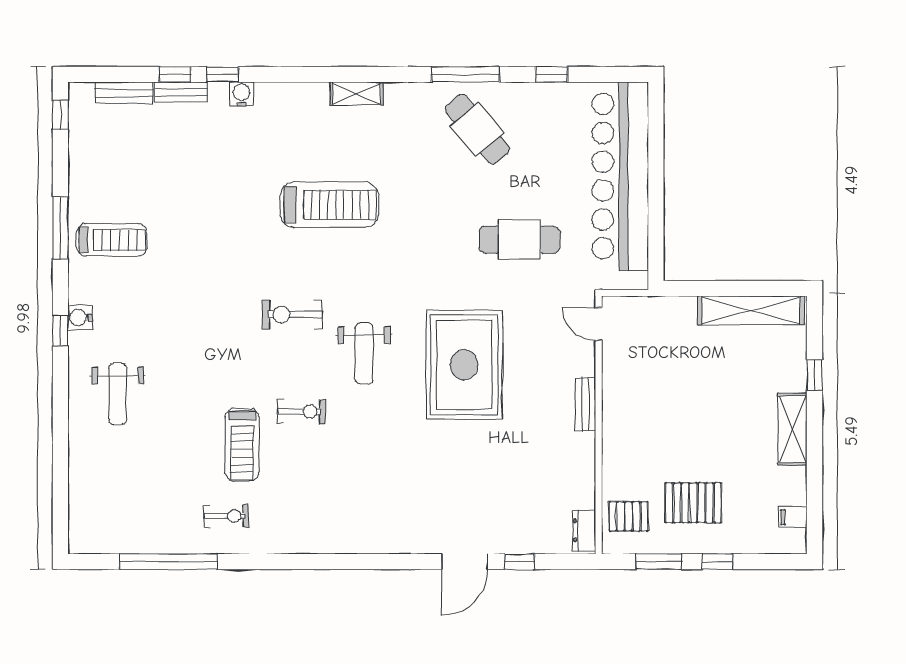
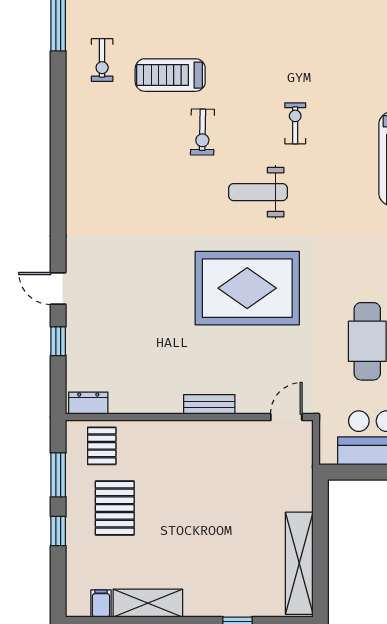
exercise bike: (292, 315) -> (295, 123), width x0.73, depth x0.72
shelving: (792, 429) -> (148, 603), moved
door: (464, 562) -> (58, 288), width x0.73

